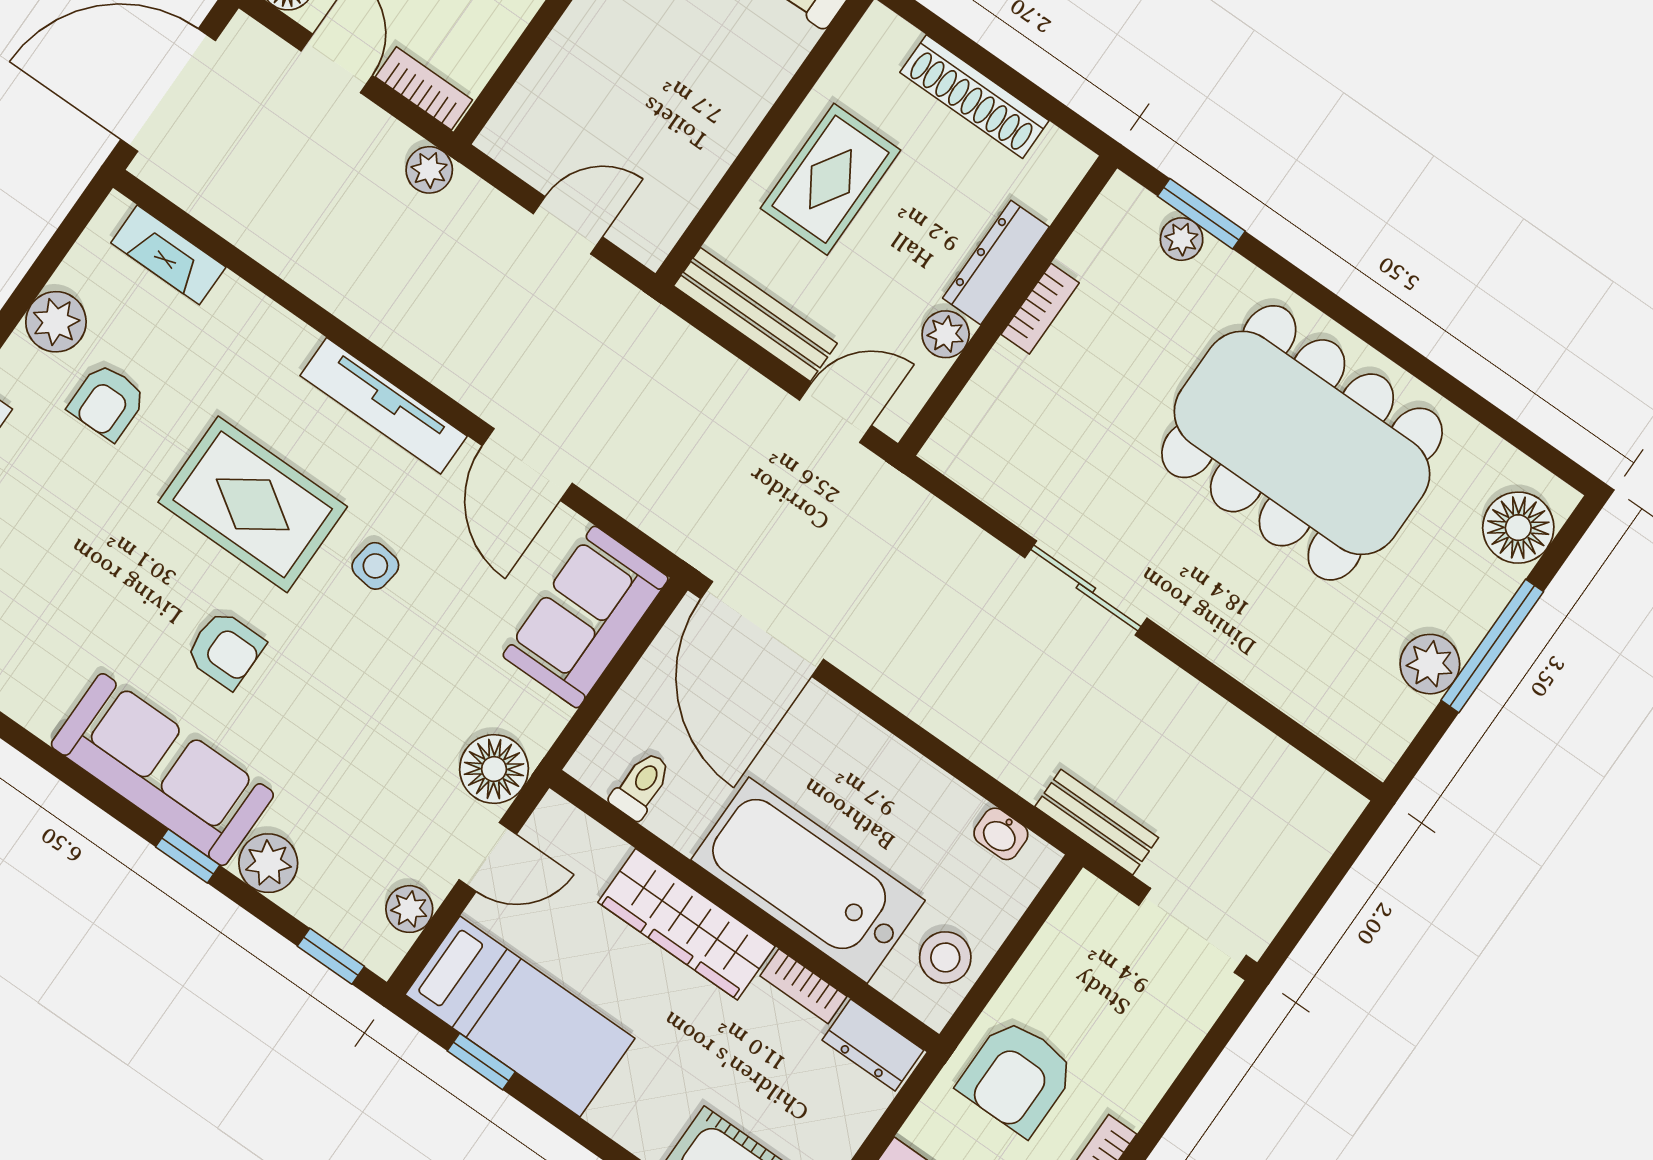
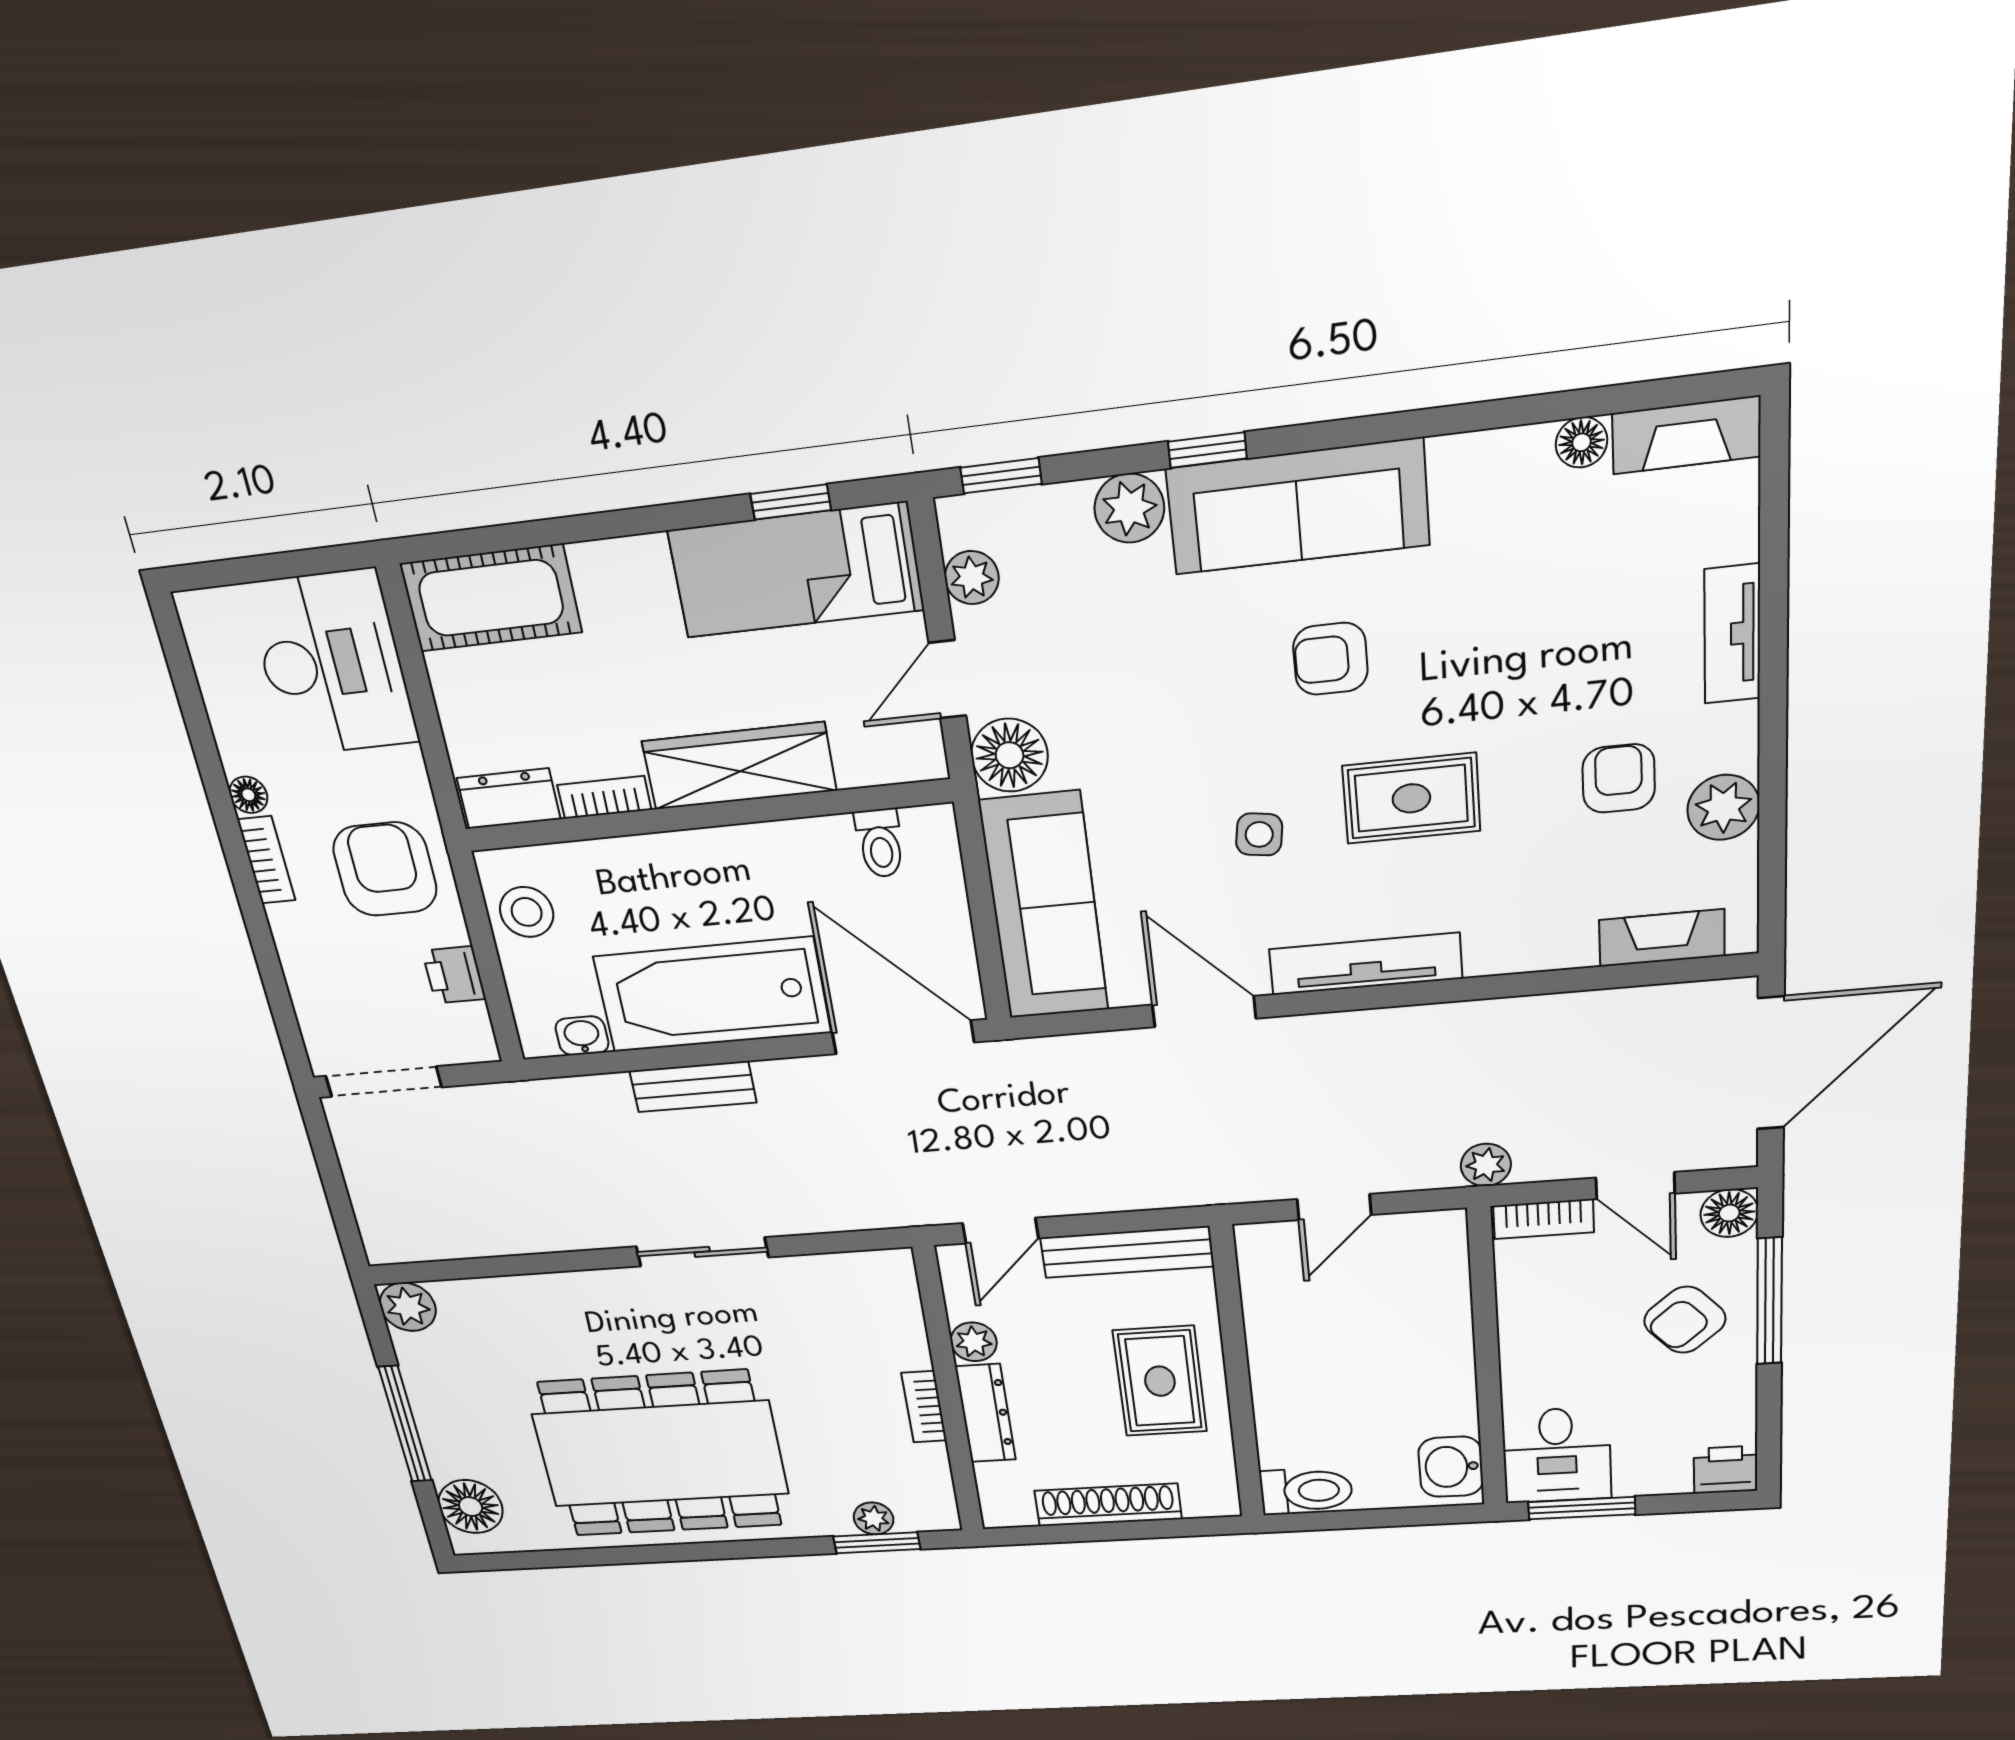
rug: (253, 504) -> (1411, 798), width x0.73, depth x0.70
sofa: (586, 617) -> (1044, 906), width x1.36
plant: (1430, 664) -> (408, 1307), moved
bench: (1097, 822) -> (693, 1087), moved
bathtub: (808, 880) -> (712, 995), moved, turned 180
printer: (1049, 960) -> (454, 975), added

